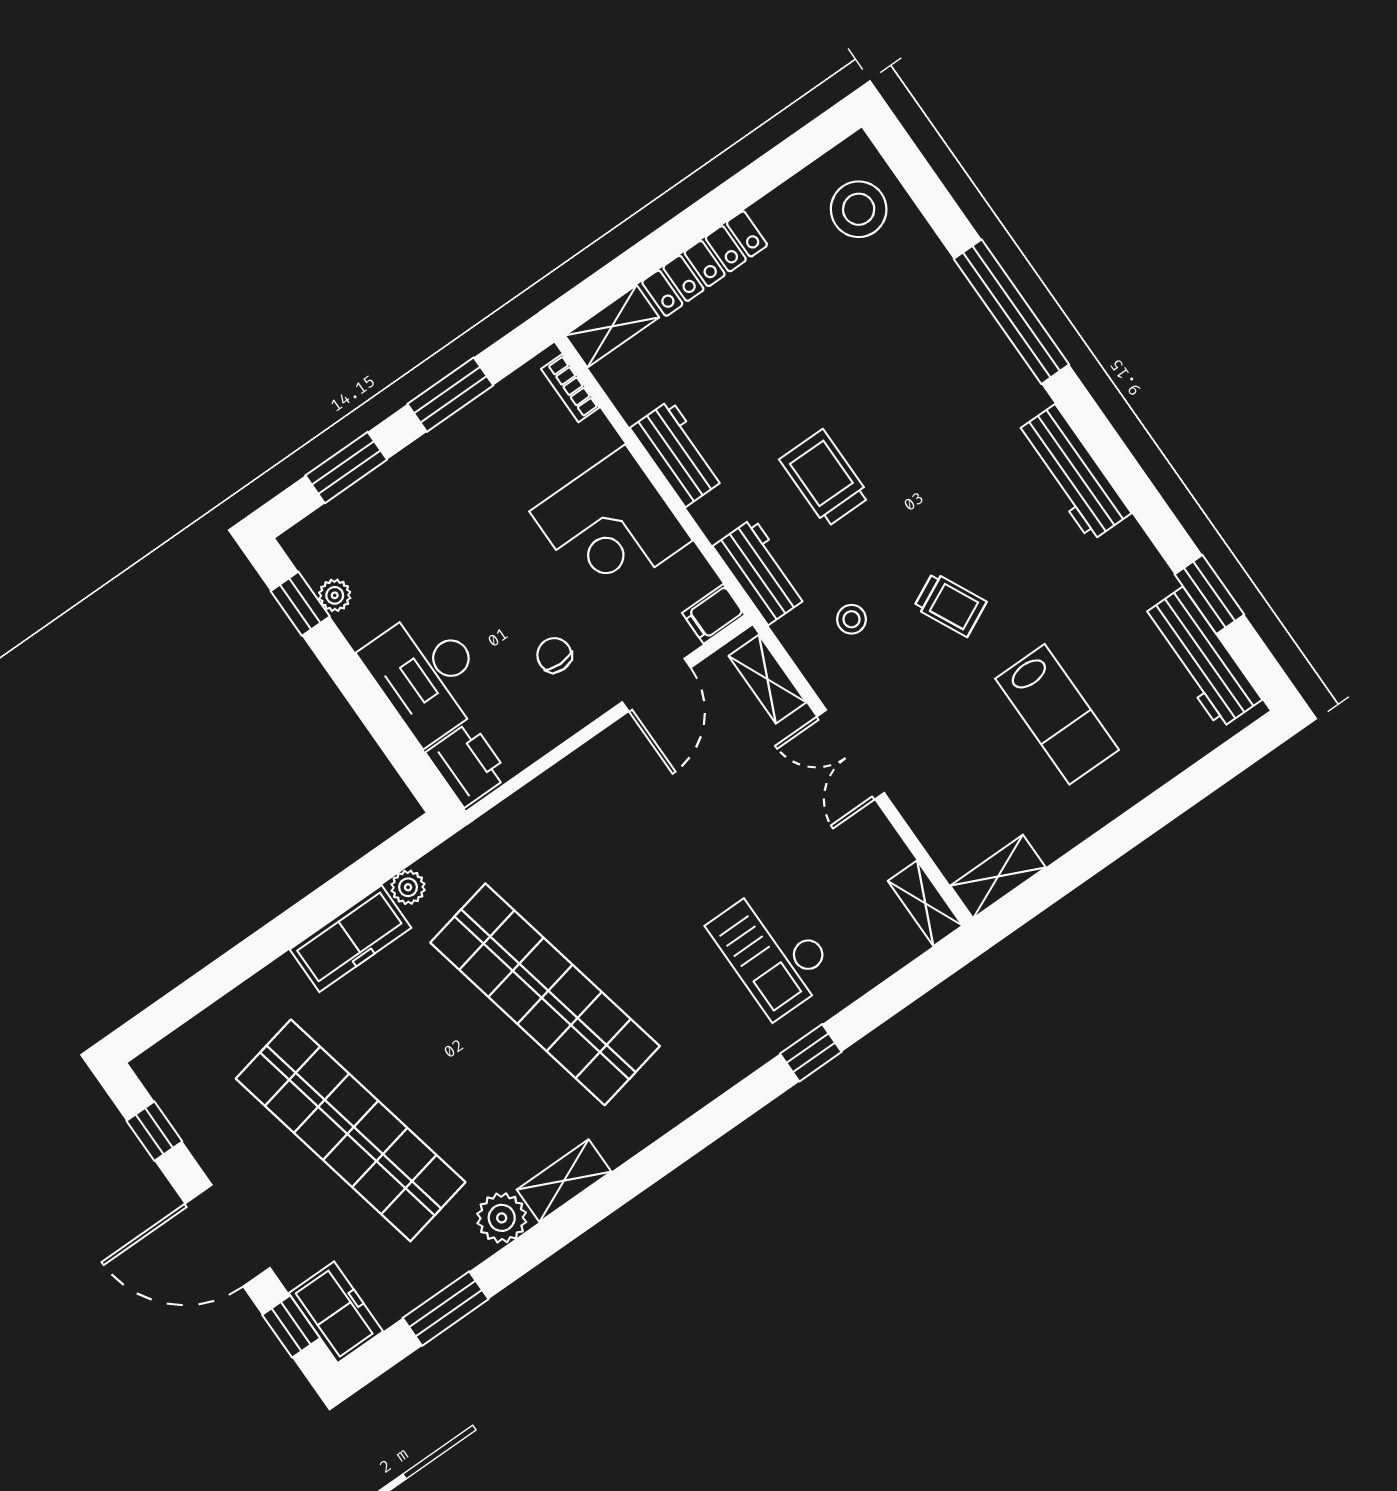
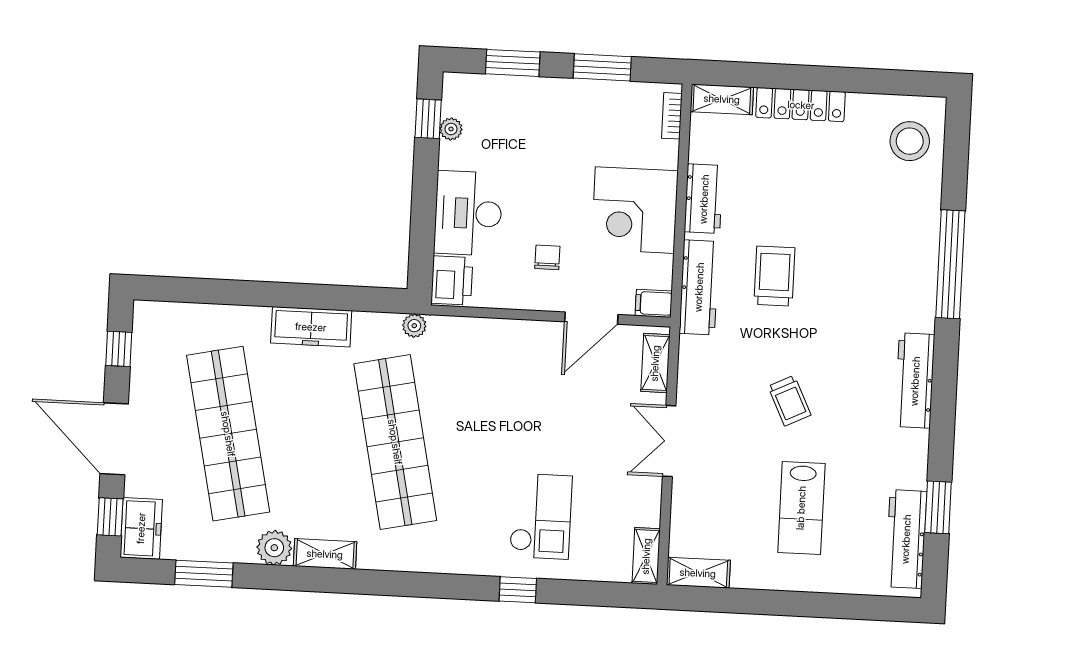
workbench: (761, 571) -> (699, 287), width x1.38
stool: (852, 619) -> (728, 366), removed
plant: (408, 887) -> (414, 326), moved
checkout: (773, 951) -> (541, 516), turned 180

